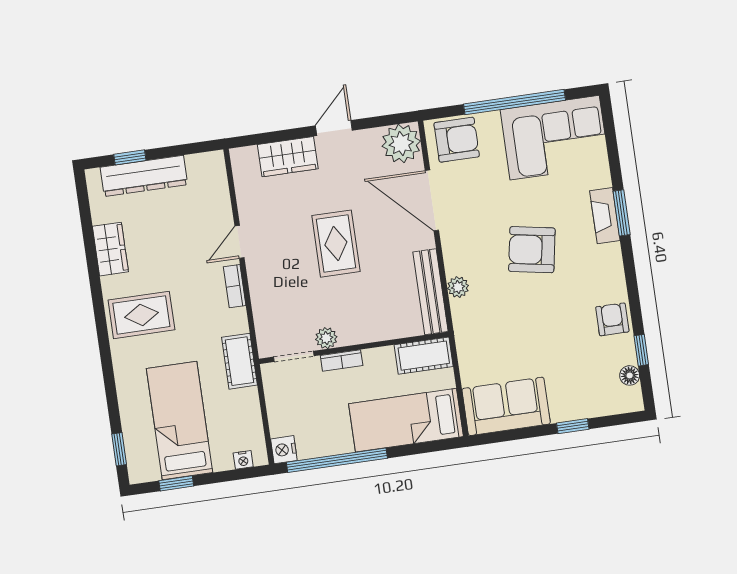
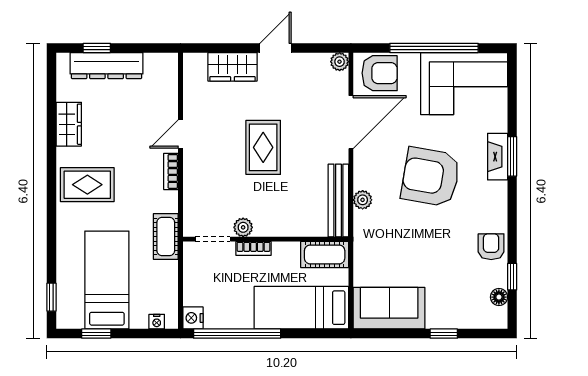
plant: (401, 144) -> (340, 62), width x0.53, depth x0.53
door: (432, 200) -> (351, 122), swing flipped
armchair: (532, 250) -> (431, 177), width x1.36, depth x1.36

